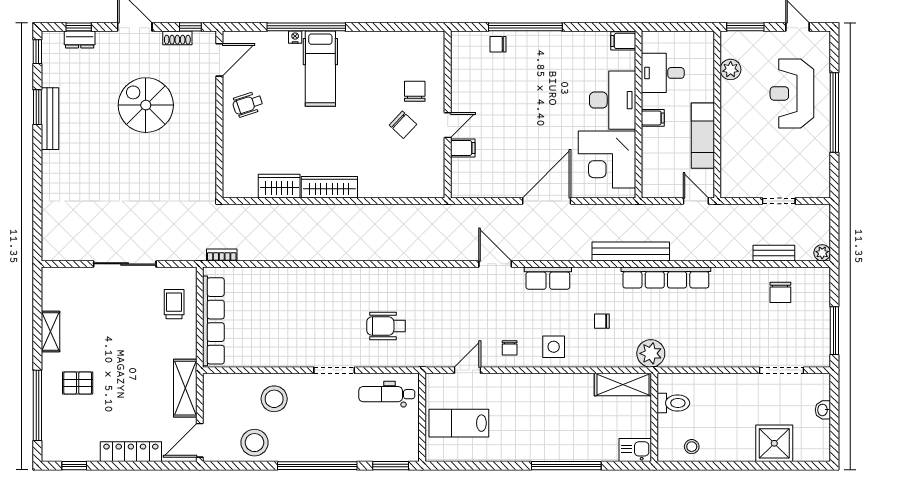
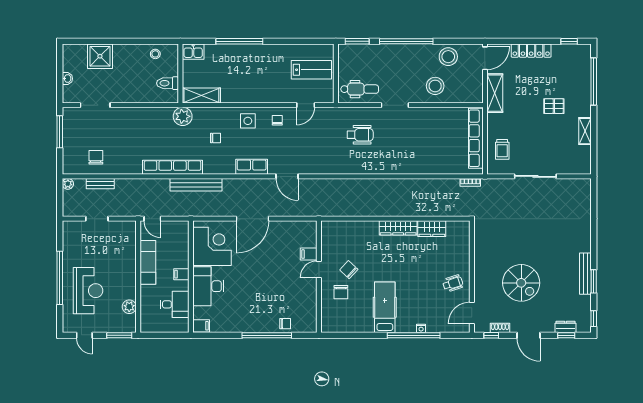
hospital bed: (320, 69) -> (385, 307), moved
pallet: (78, 383) -> (554, 106), moved

